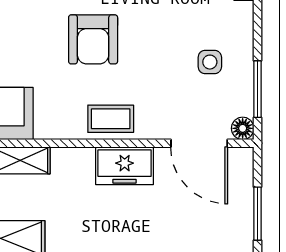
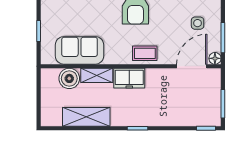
door: (199, 143) -> (192, 66), swing flipped
freezer: (125, 166) -> (129, 78), moved

